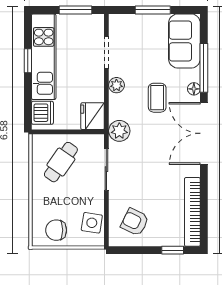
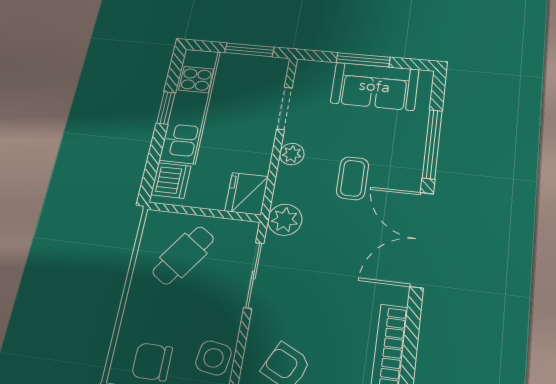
sofa: (184, 41) -> (375, 86), moved, turned -90
floor lamp: (194, 89) -> (413, 172), removed

